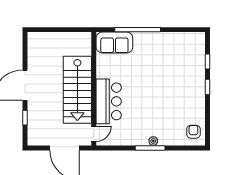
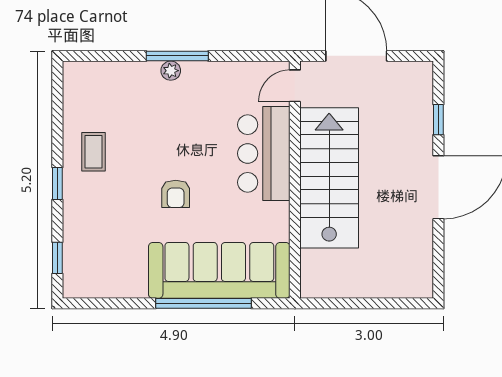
sofa: (114, 43) -> (219, 270), width x1.85, depth x1.27
window: (207, 62) -> (57, 258), moved
coffee table: (190, 102) -> (94, 152), added
armchair: (193, 132) -> (176, 194), moved

